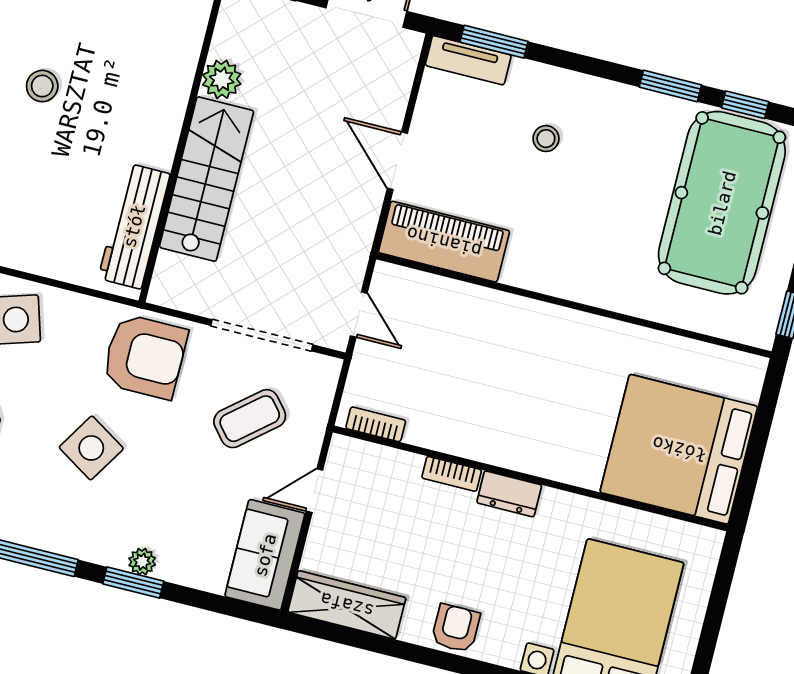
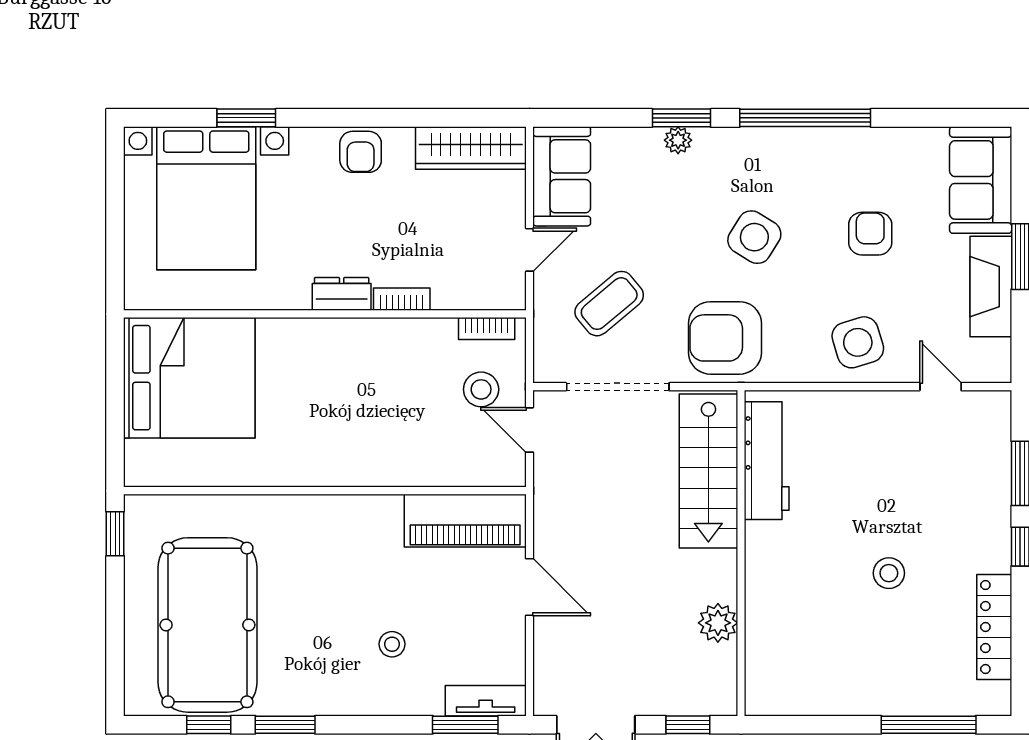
stairs: (207, 179) -> (708, 471), moved
stool: (396, 366) -> (481, 389), added

